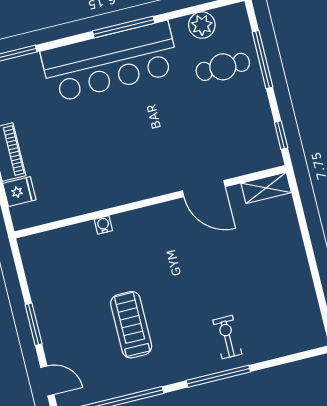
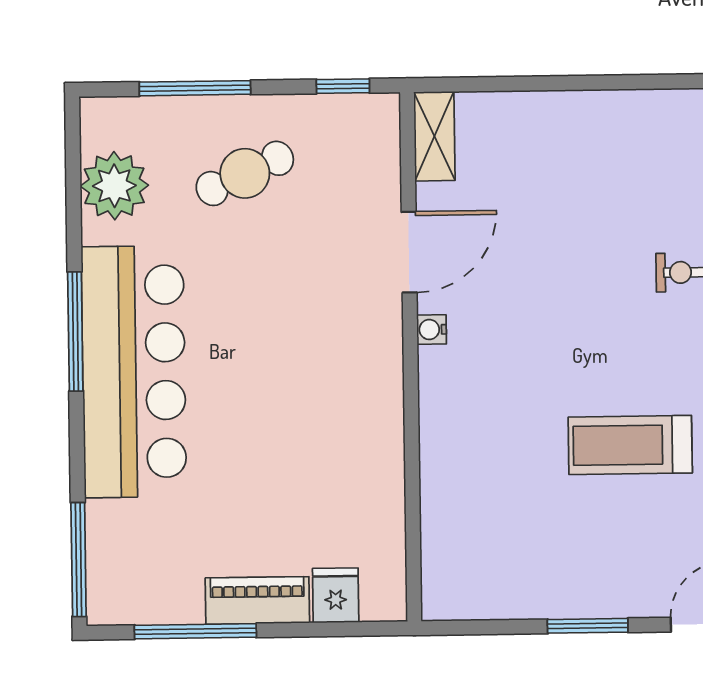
plant: (202, 25) -> (114, 186), width x1.36, depth x1.36
cafe table: (223, 67) -> (245, 173), moved, turned 66
water cooler: (103, 225) -> (432, 329), moved

